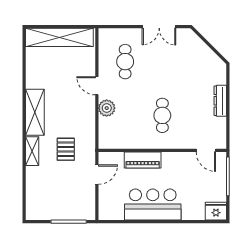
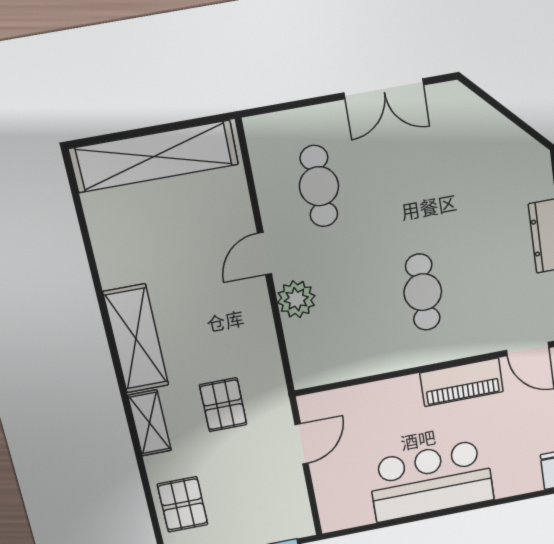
door: (97, 86) -> (264, 254), hinge flipped
piano: (143, 160) -> (462, 382), moved
pallet: (38, 192) -> (183, 504), added

